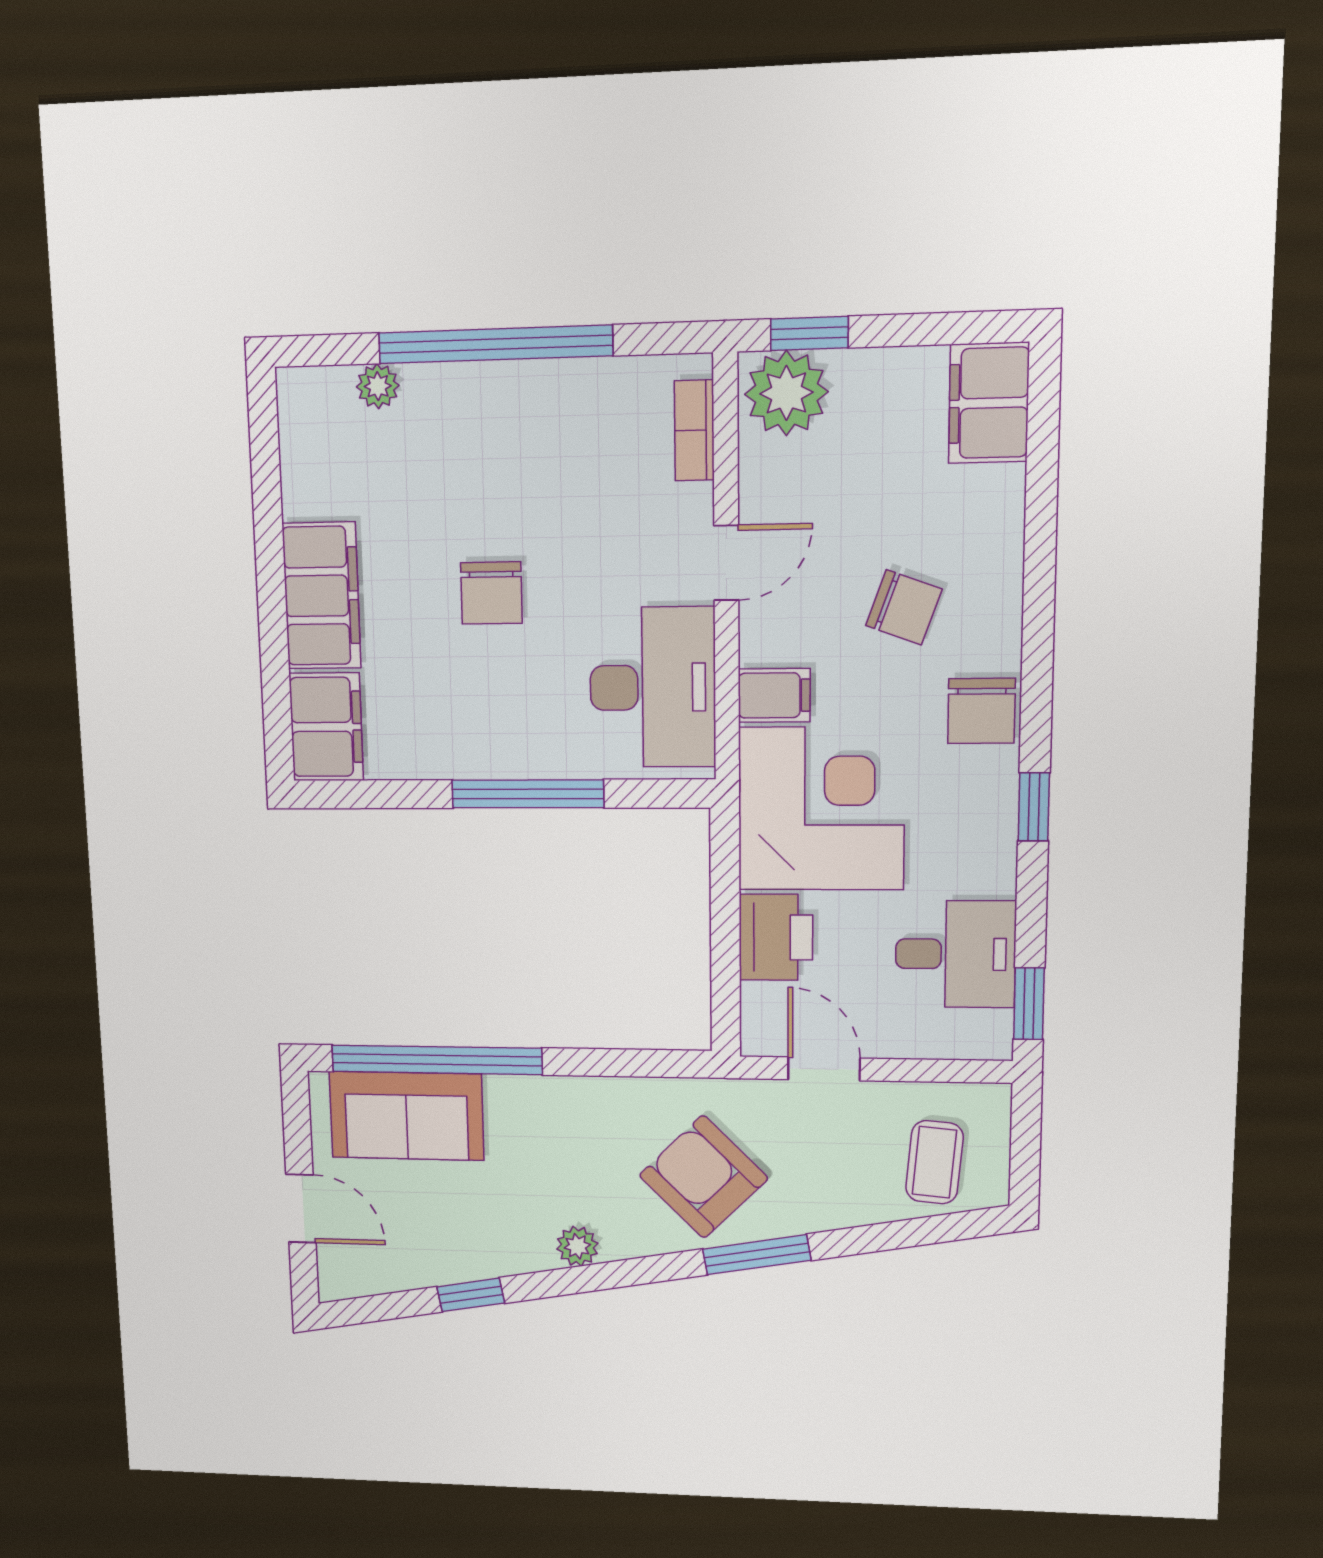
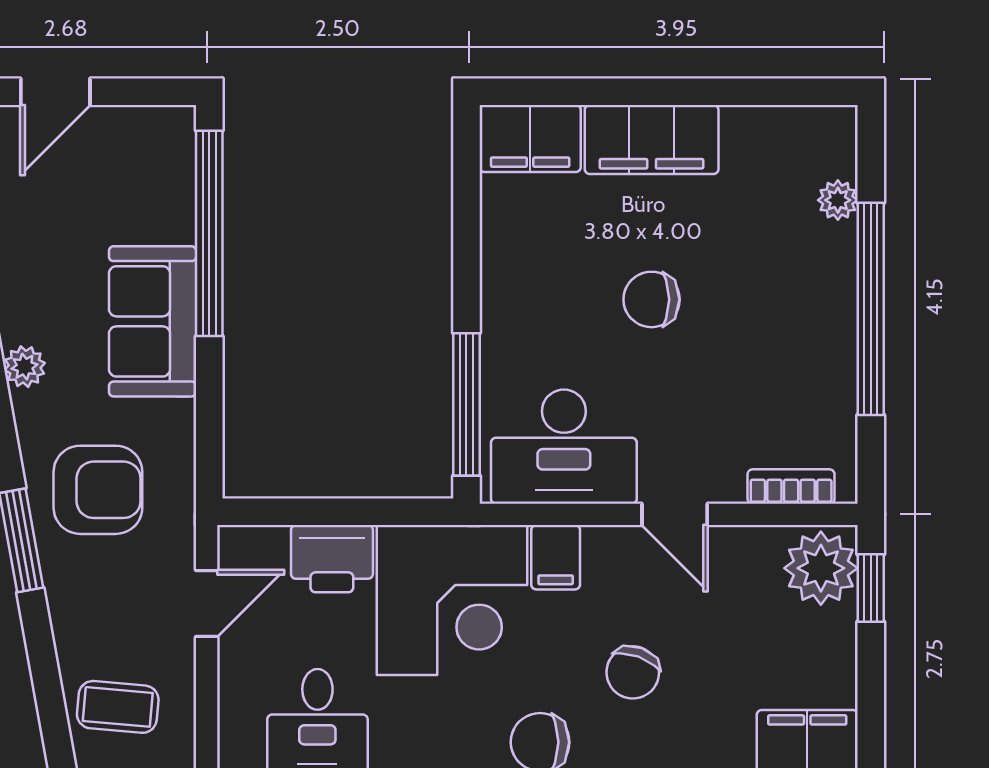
window: (528, 794) -> (466, 404), moved
sofa: (406, 1116) -> (153, 321), moved
armchair: (703, 1177) -> (98, 490), turned 45

